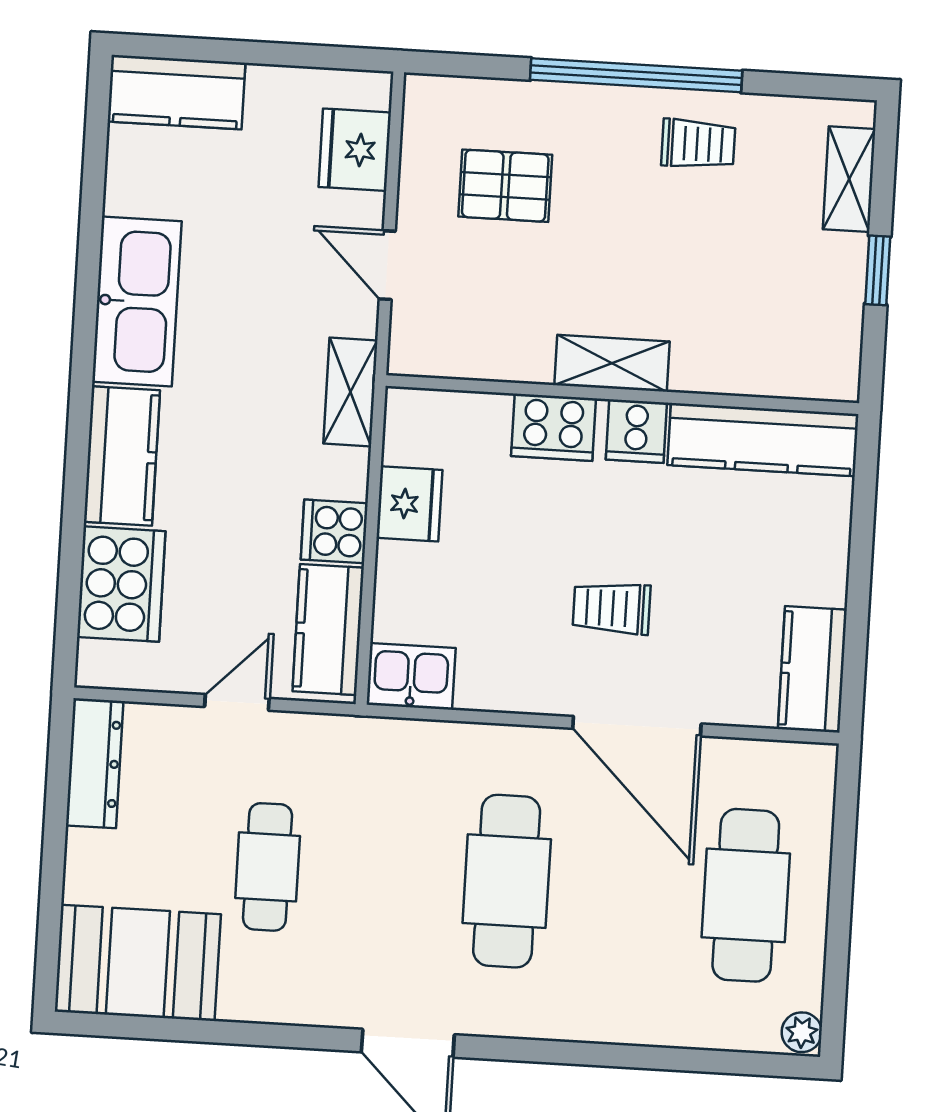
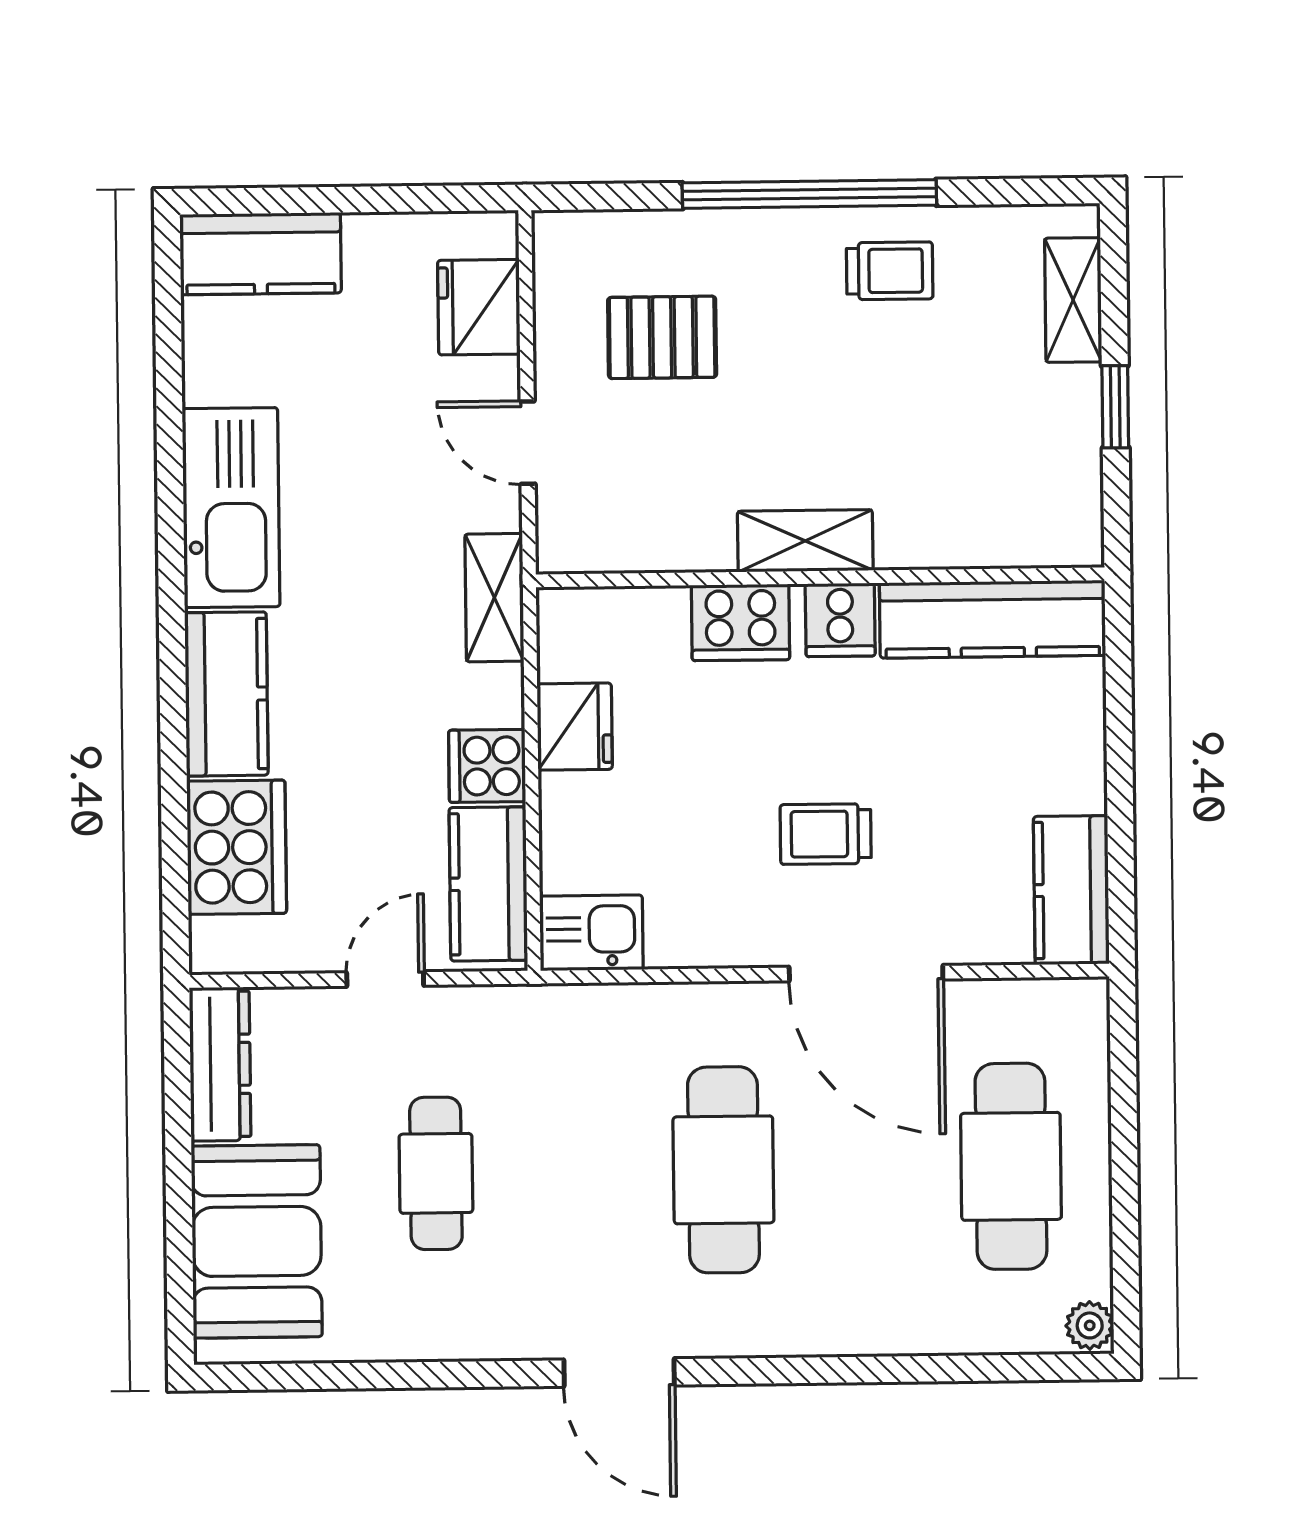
booth: (138, 963) -> (257, 1241), moved, turned 90

